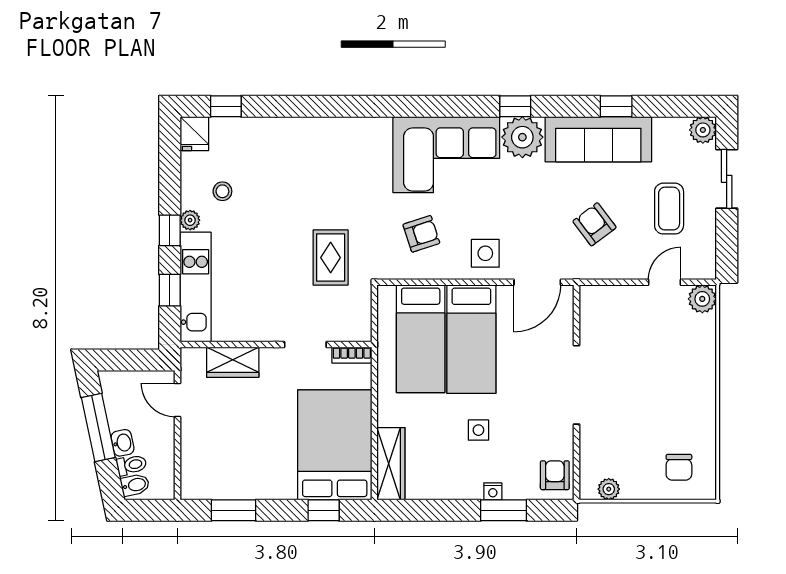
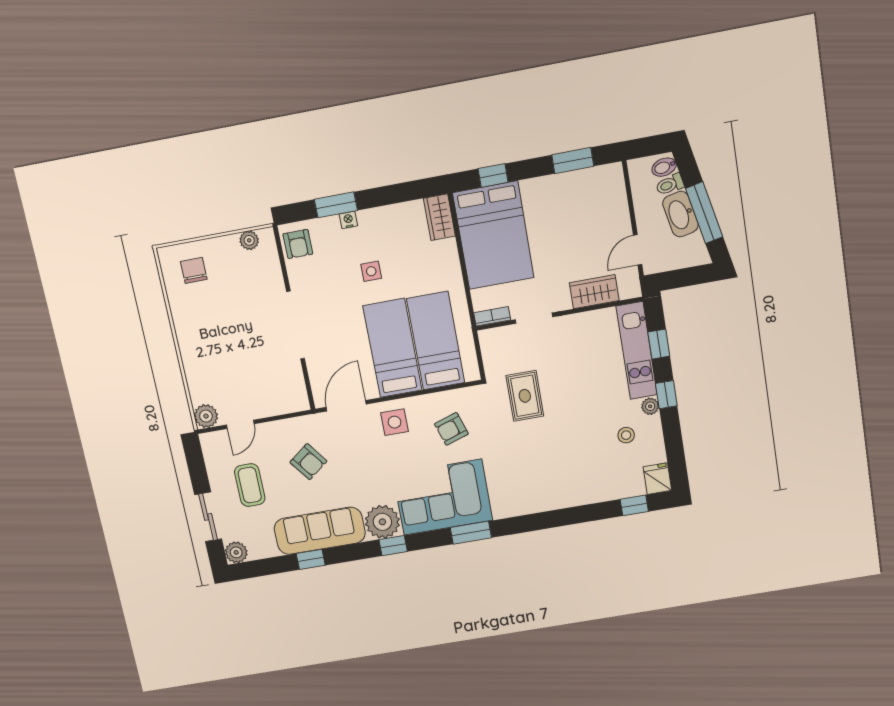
window: (421, 106) -> (471, 533), added
door: (178, 400) -> (638, 250), swing flipped
washbasin: (123, 443) -> (680, 214), width x1.91, depth x1.45
wardrobe: (391, 464) -> (439, 217), width x0.67

